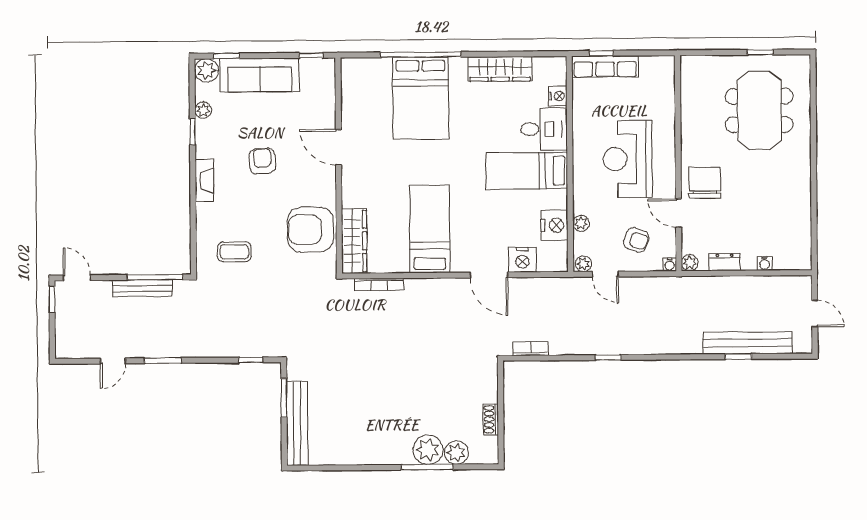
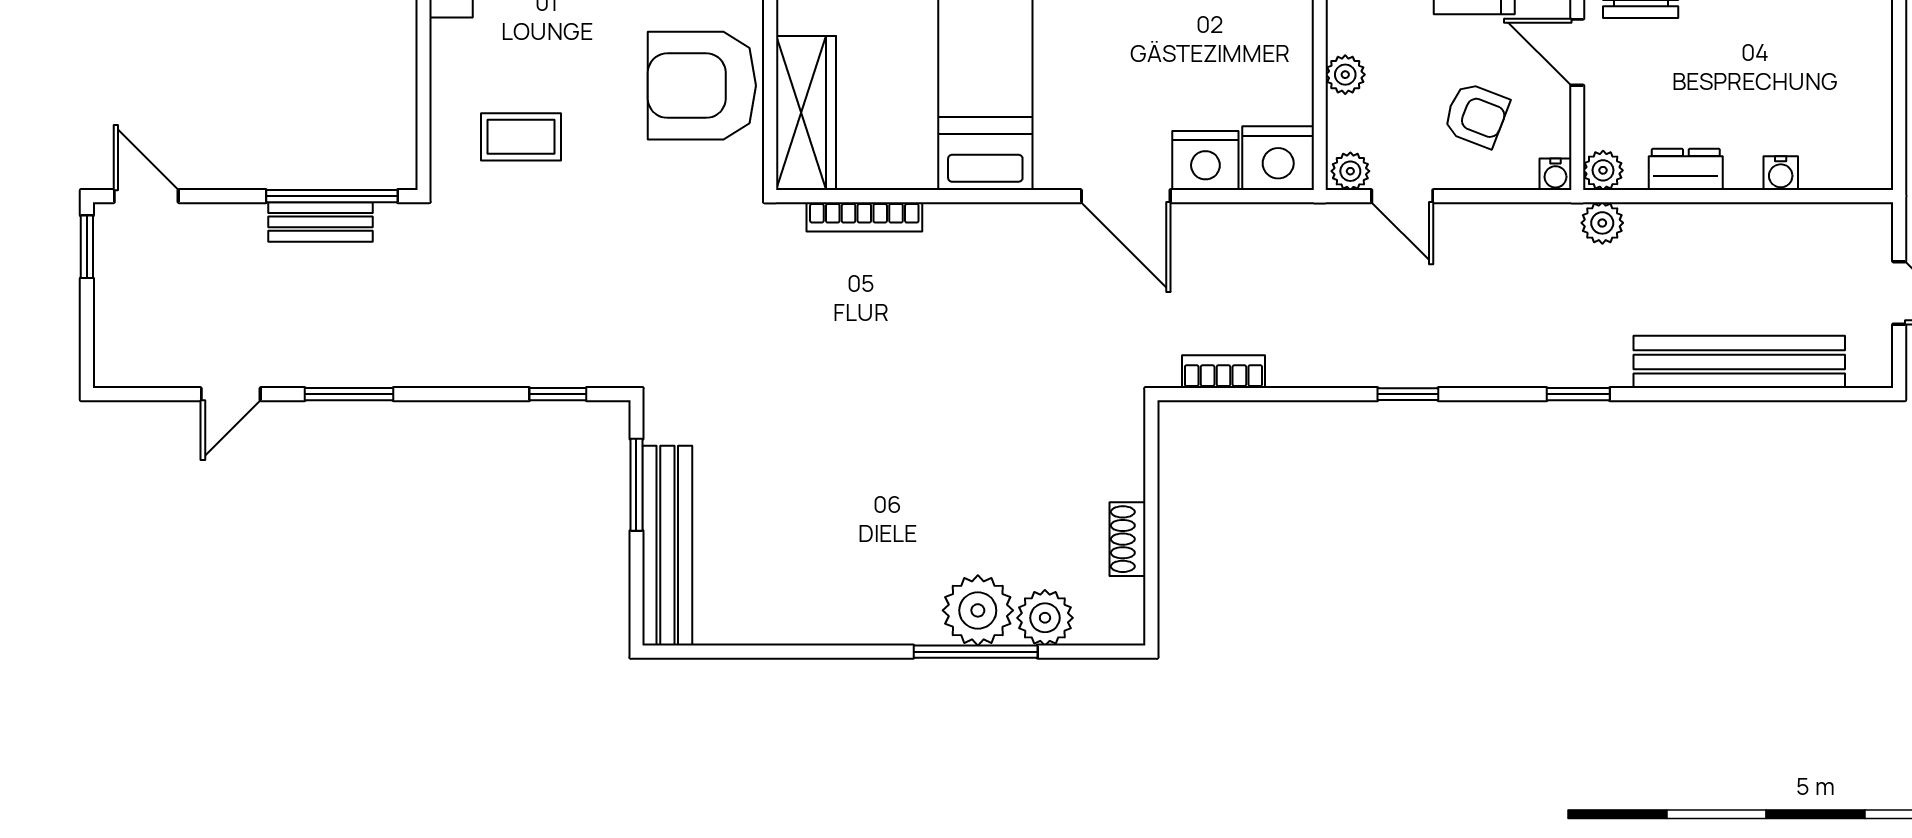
nightstand: (554, 225) -> (1278, 158), moved, turned 90
plant: (690, 285) -> (1602, 223), added
bench: (142, 288) -> (321, 222), width x0.73
window: (738, 357) -> (1578, 394), moved

